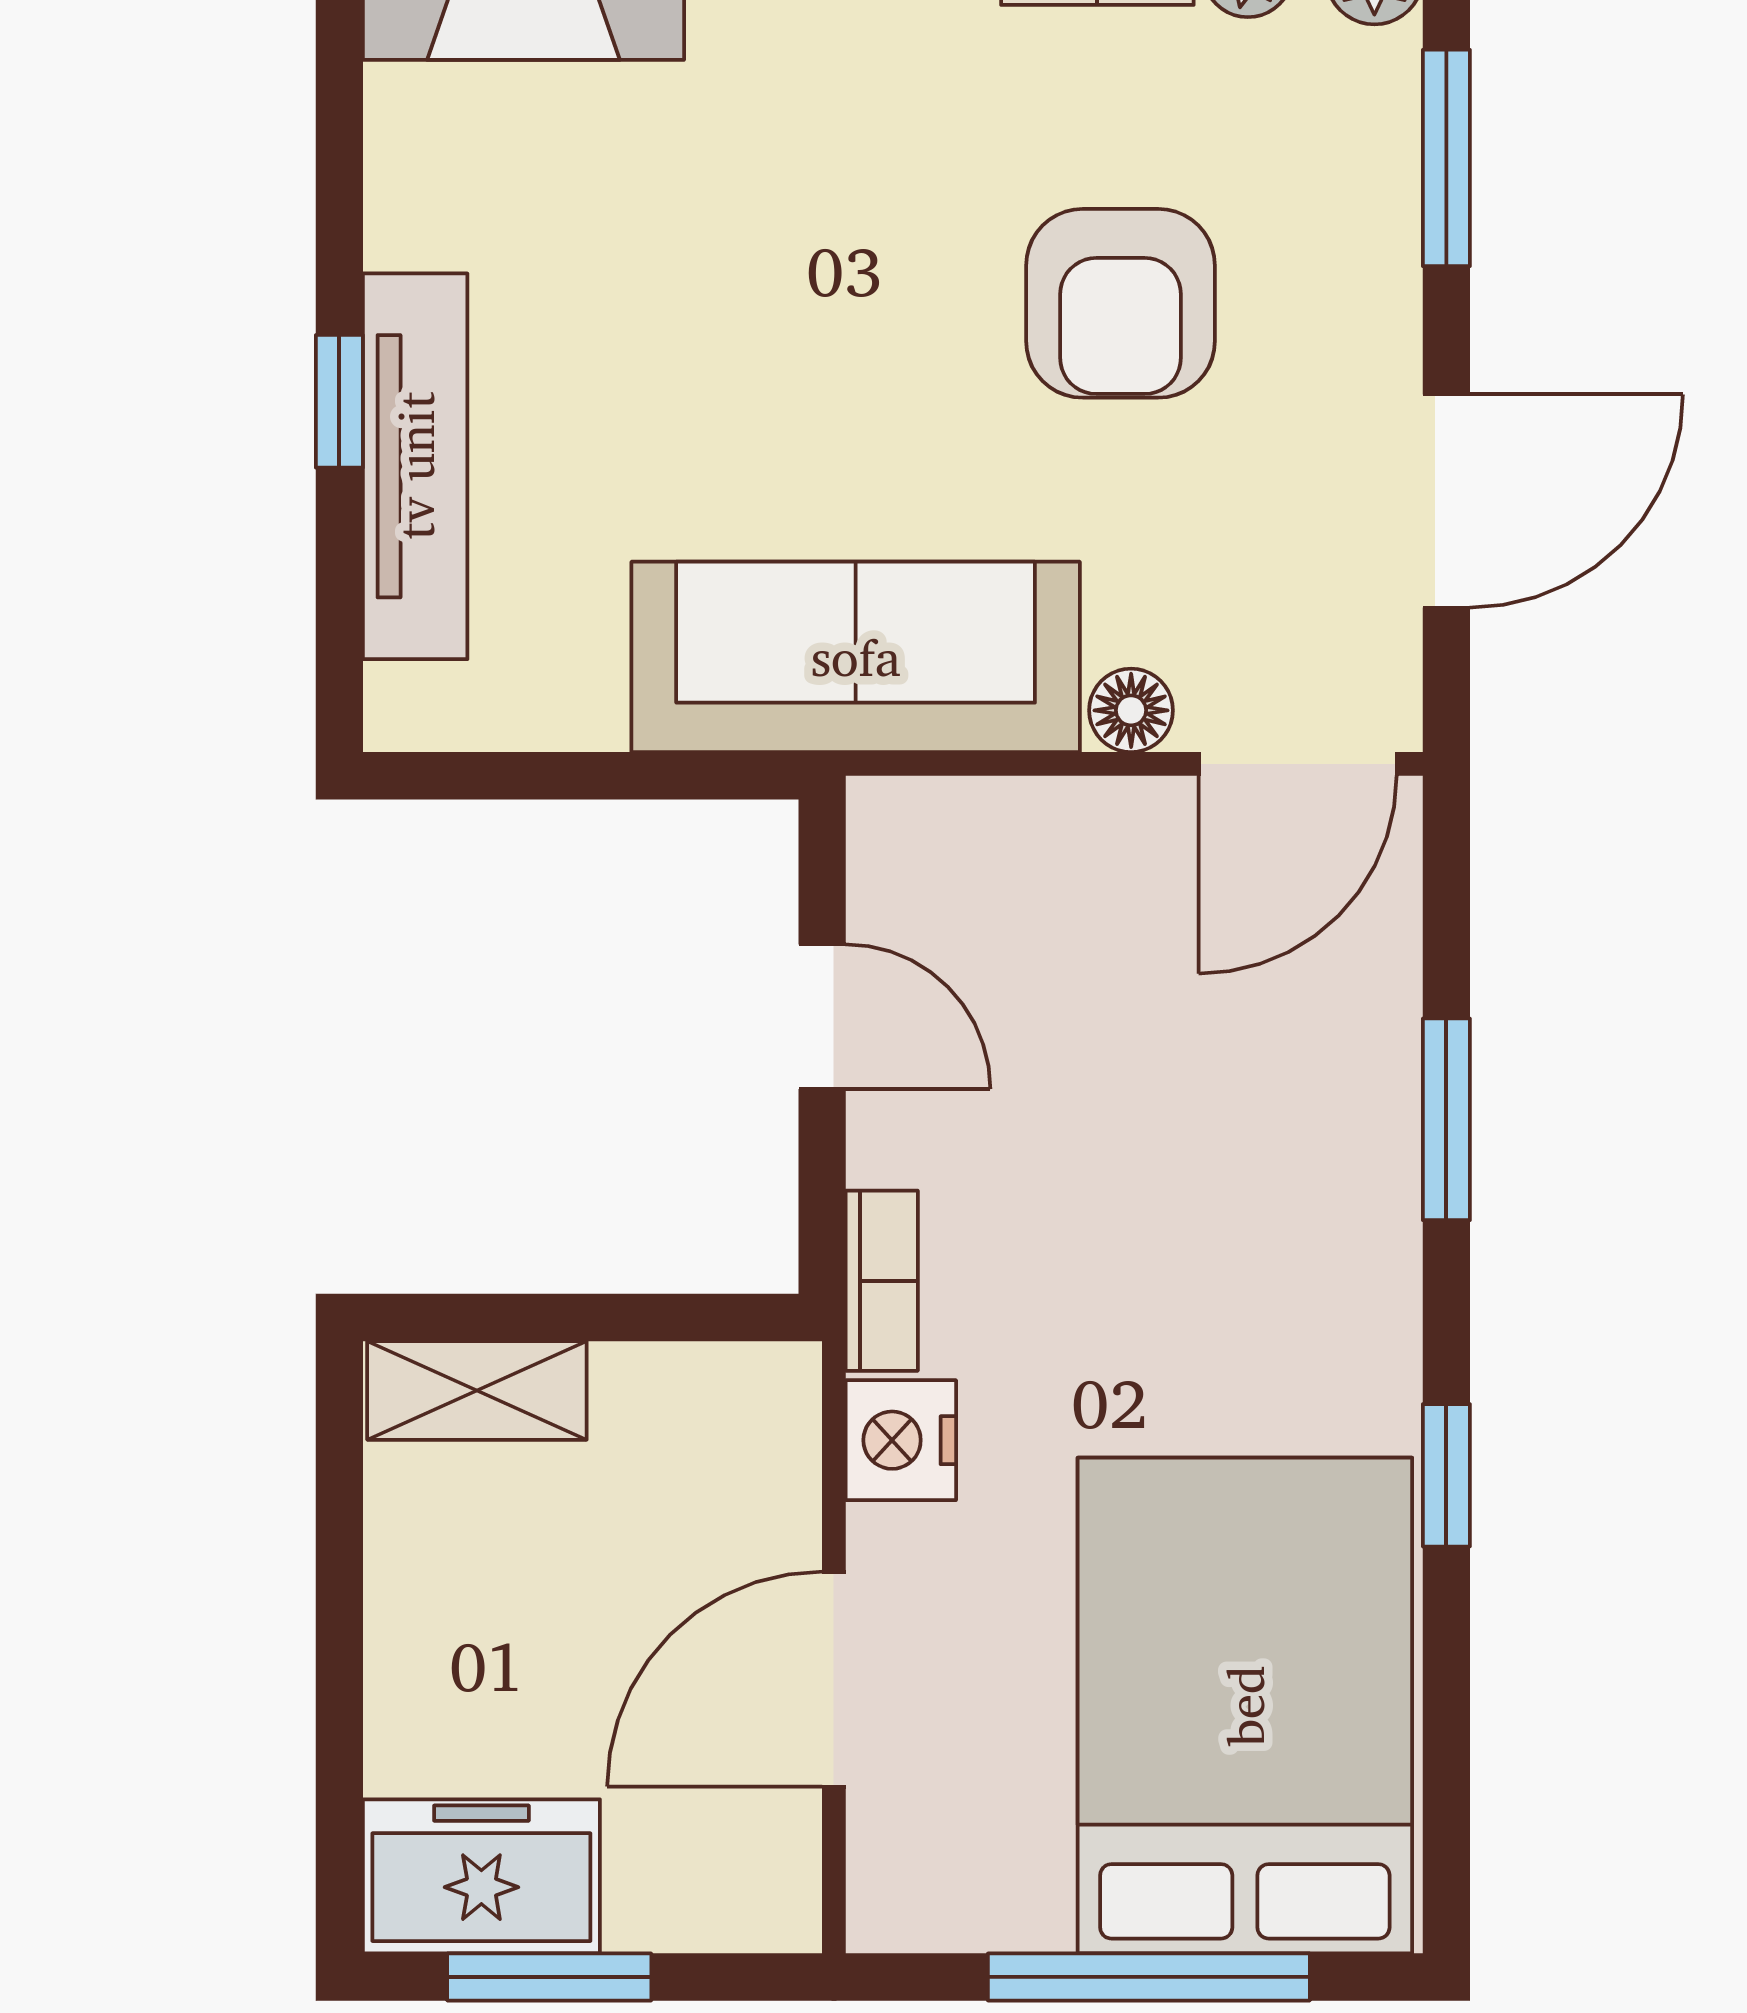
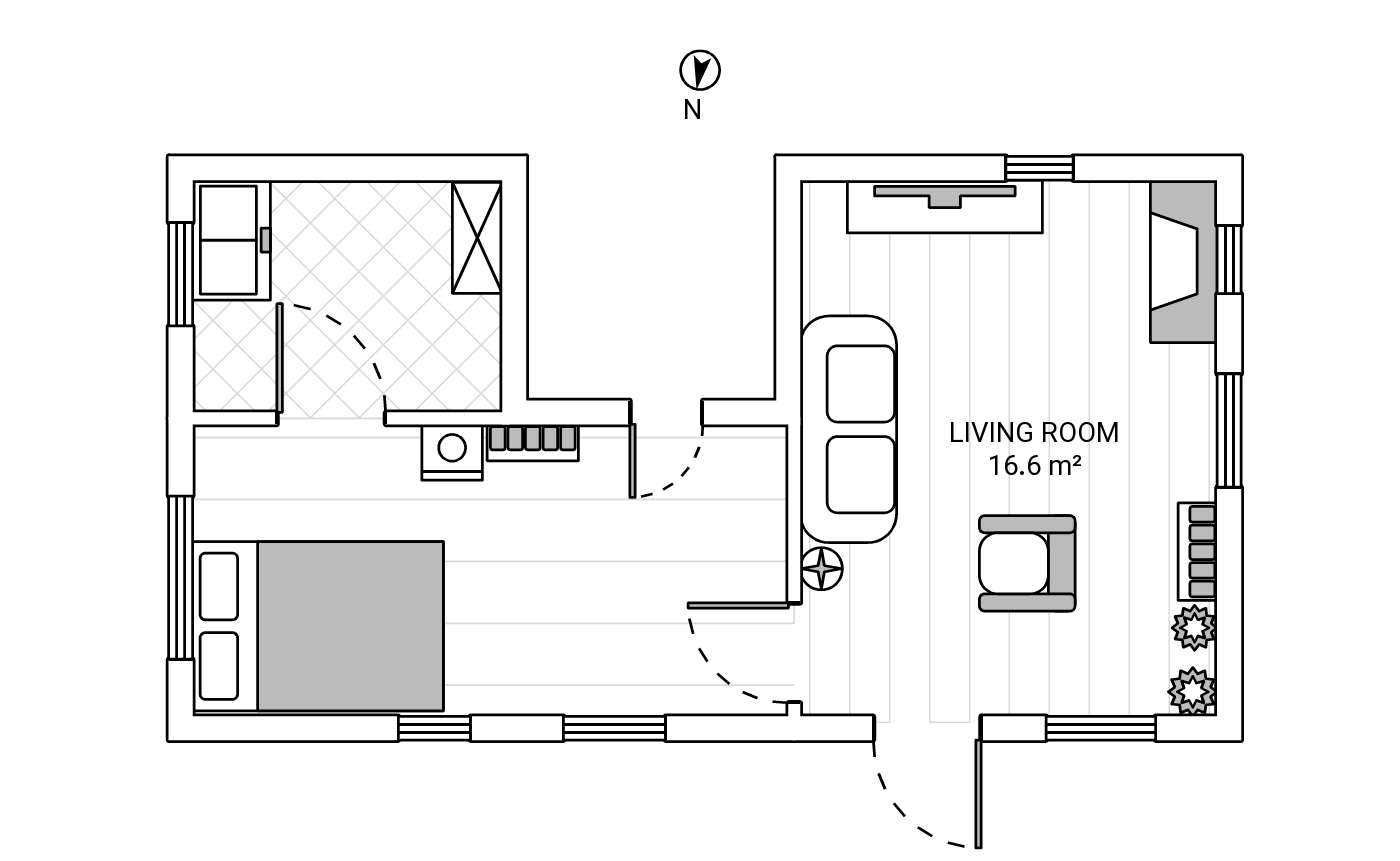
window: (339, 401) -> (1040, 168), moved

